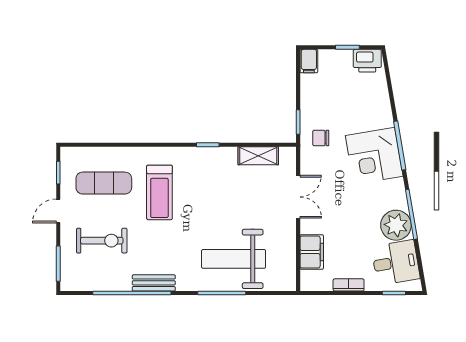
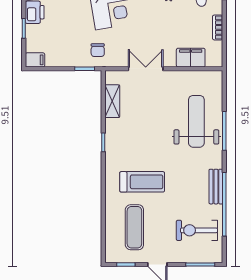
exercise bike: (102, 241) -> (197, 230), moved, turned -90
weight bench: (234, 259) -> (196, 121), turned 180

